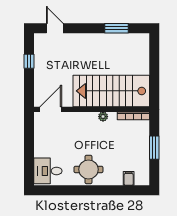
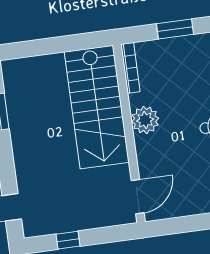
door: (51, 109) -> (138, 197), swing flipped
plant: (103, 117) -> (145, 120), width x1.88, depth x1.88

